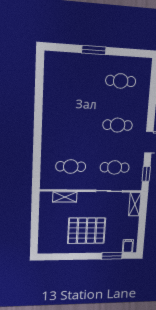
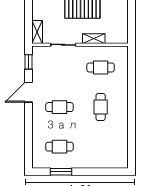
window: (94, 50) -> (61, 172), moved
cafe table: (115, 167) -> (101, 107), moved, turned 90
shelving: (65, 197) -> (94, 39), moved

